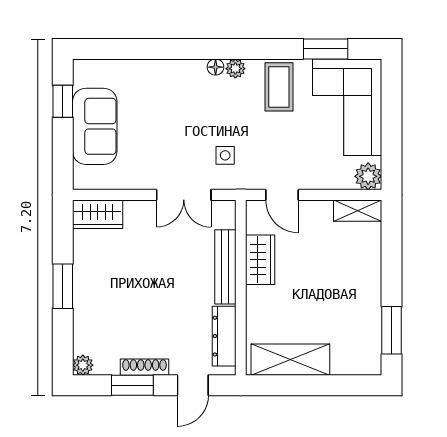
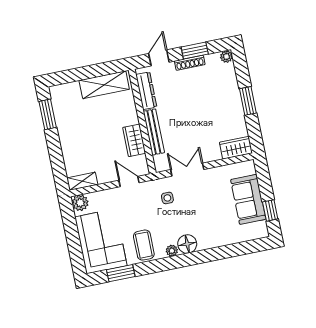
floor lamp: (216, 67) -> (187, 244), width x1.89, depth x1.89

